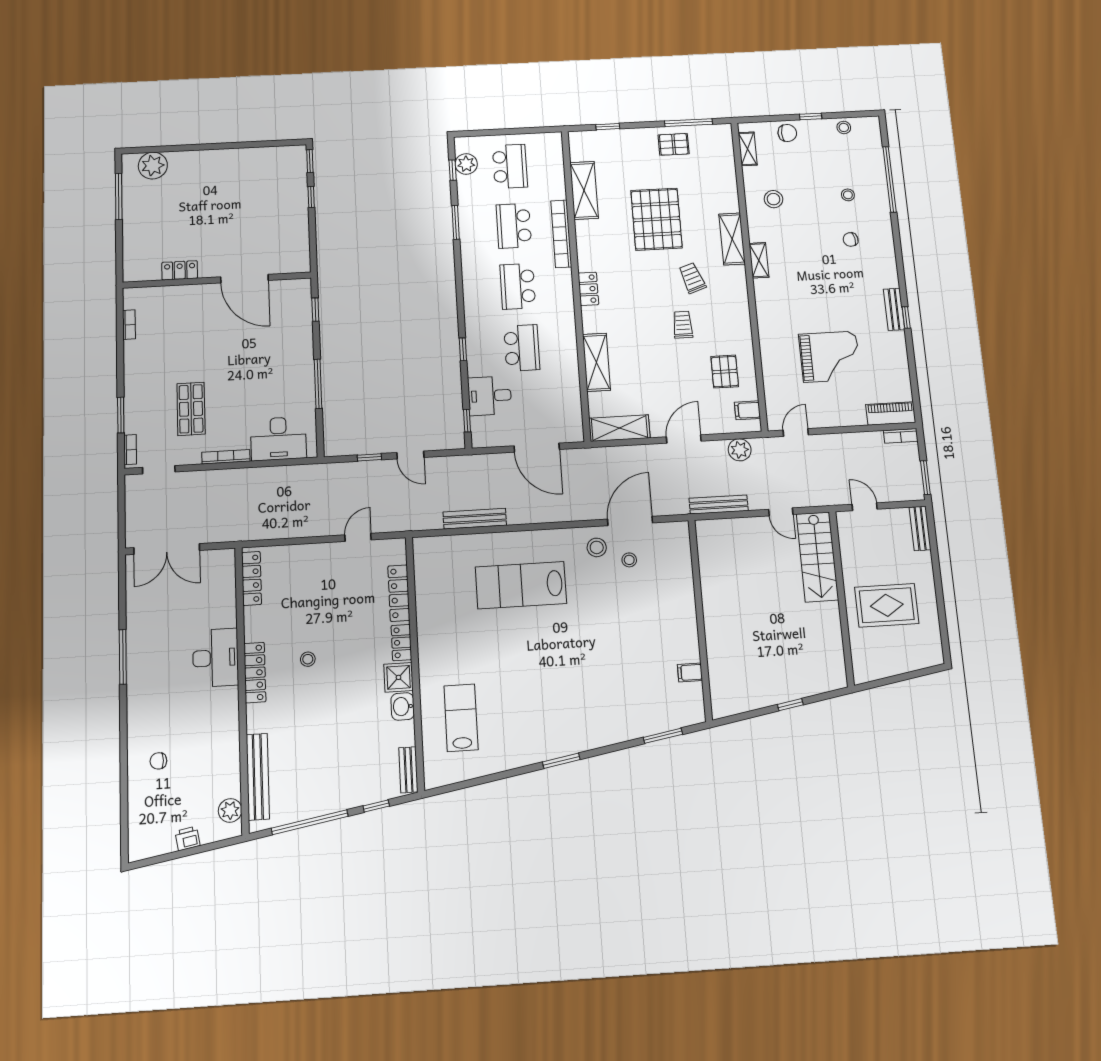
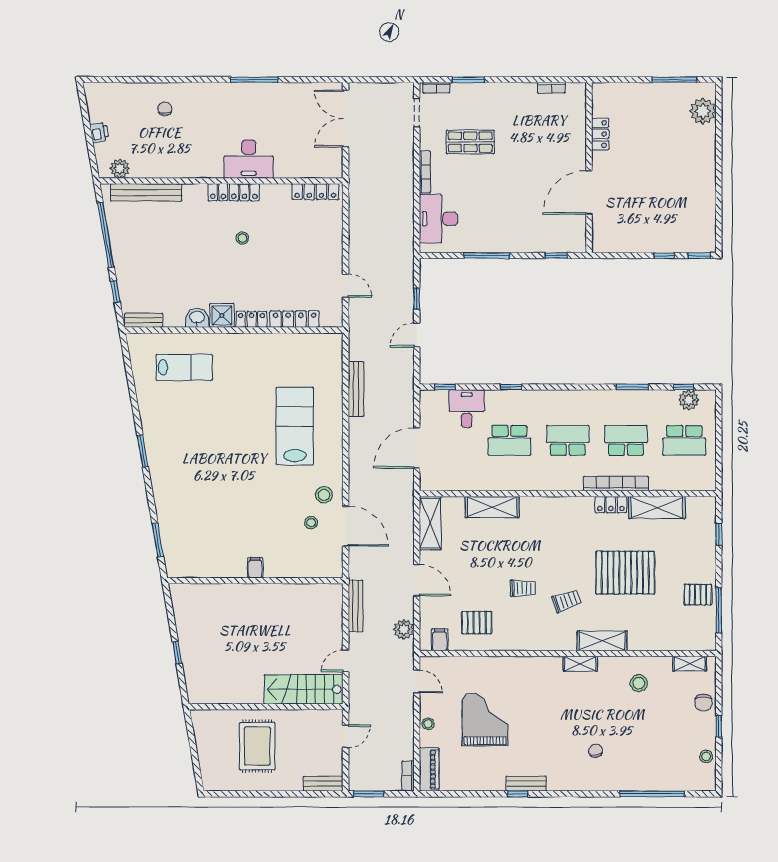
pallet: (674, 144) -> (698, 595), turned 90
stool: (848, 195) -> (428, 724), moved
locker: (588, 289) -> (611, 505), moved
grand piano: (830, 357) -> (485, 720), turned 180
filing cabinet: (690, 672) -> (255, 568), moved

